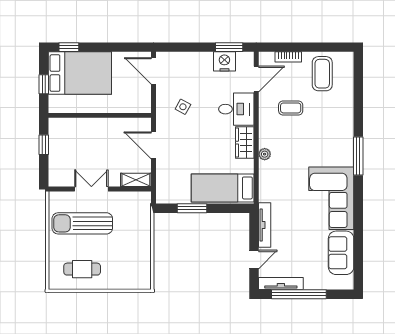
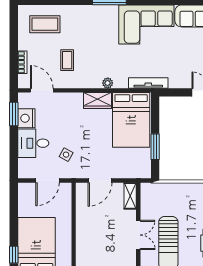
door: (153, 71) -> (48, 180), moved
coffee table: (322, 74) -> (45, 24), moved
desk: (236, 109) -> (33, 143), moved, turned -90
bed: (223, 188) -> (131, 120), width x1.50
double door: (91, 189) -> (138, 235), swing flipped
tv unit: (265, 225) -> (148, 83), moved

